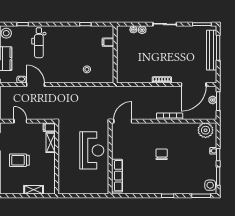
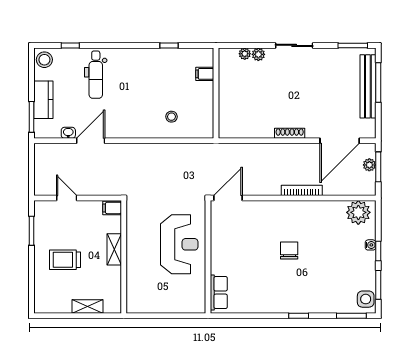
door: (36, 85) -> (91, 141), hinge flipped
shelving: (51, 143) -> (114, 249), moved
row of seats: (117, 176) -> (219, 293), width x0.68

